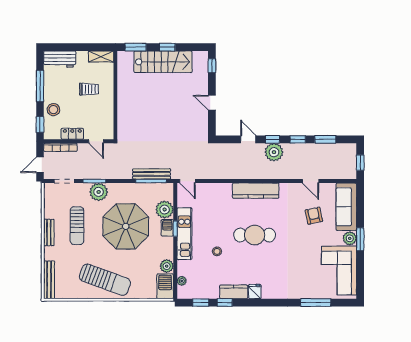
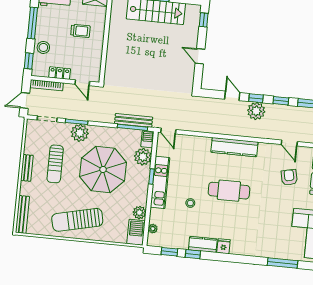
barbecue: (167, 228) -> (147, 139), moved
sun lounger: (105, 280) -> (77, 220), turned 147

